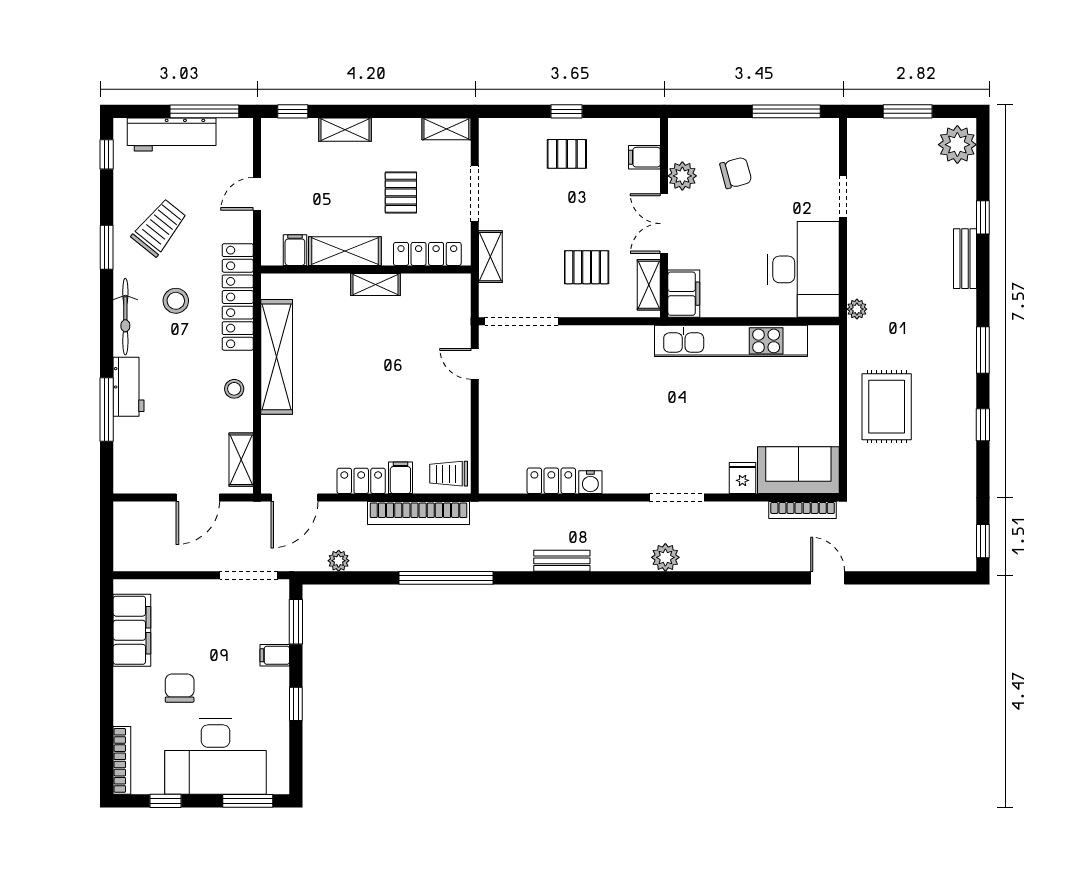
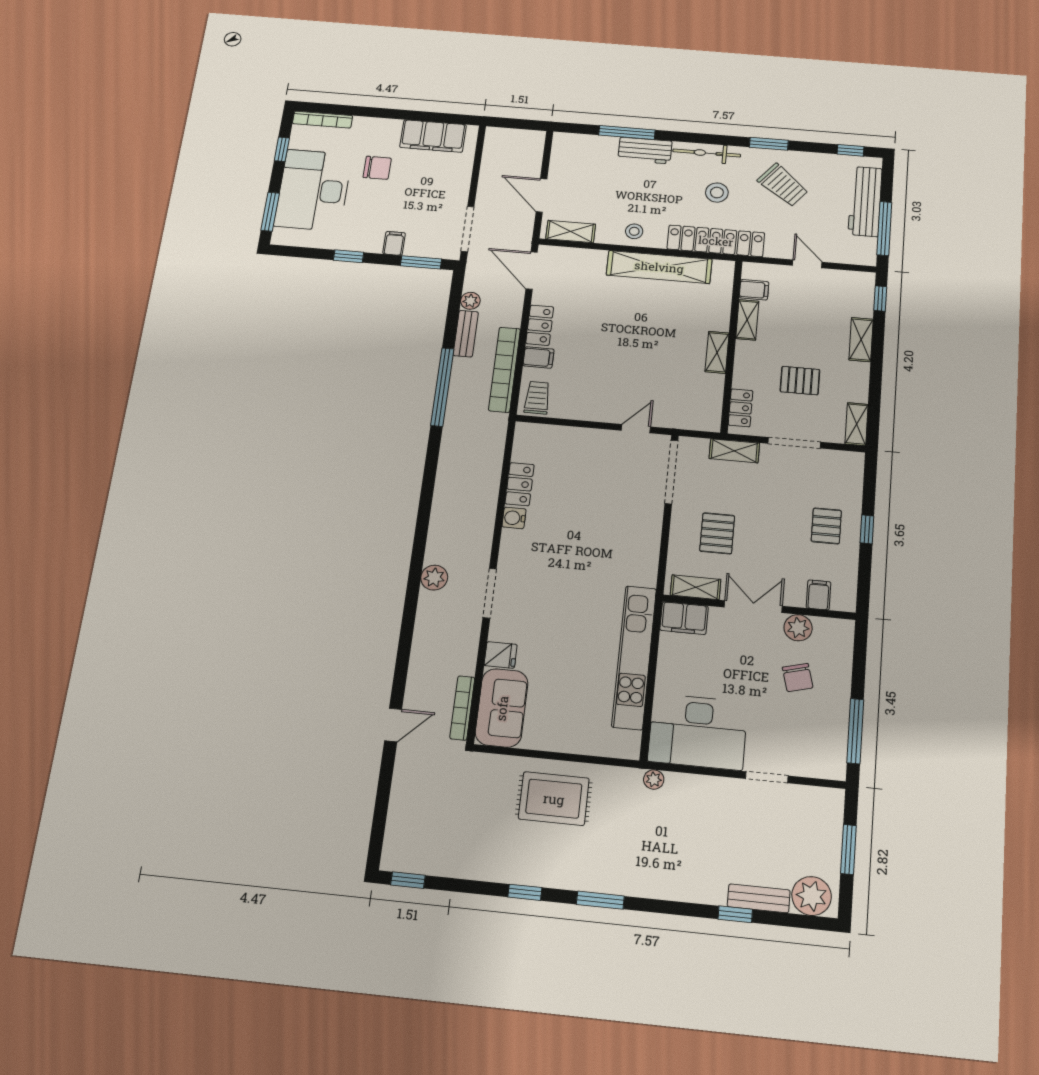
shelving: (345, 251) -> (747, 320), width x0.67, depth x0.75
locker: (427, 254) -> (741, 408), width x0.66
bench: (965, 259) -> (759, 898), moved
bench: (562, 561) -> (466, 334), moved

